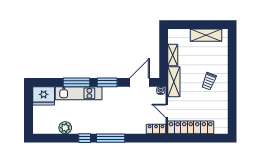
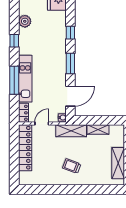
window: (77, 82) -> (70, 33), width x0.46
door: (140, 82) -> (70, 96), hinge flipped
kitchen unit: (79, 93) -> (25, 79), moved, turned 180
window: (111, 138) -> (14, 80), moved

